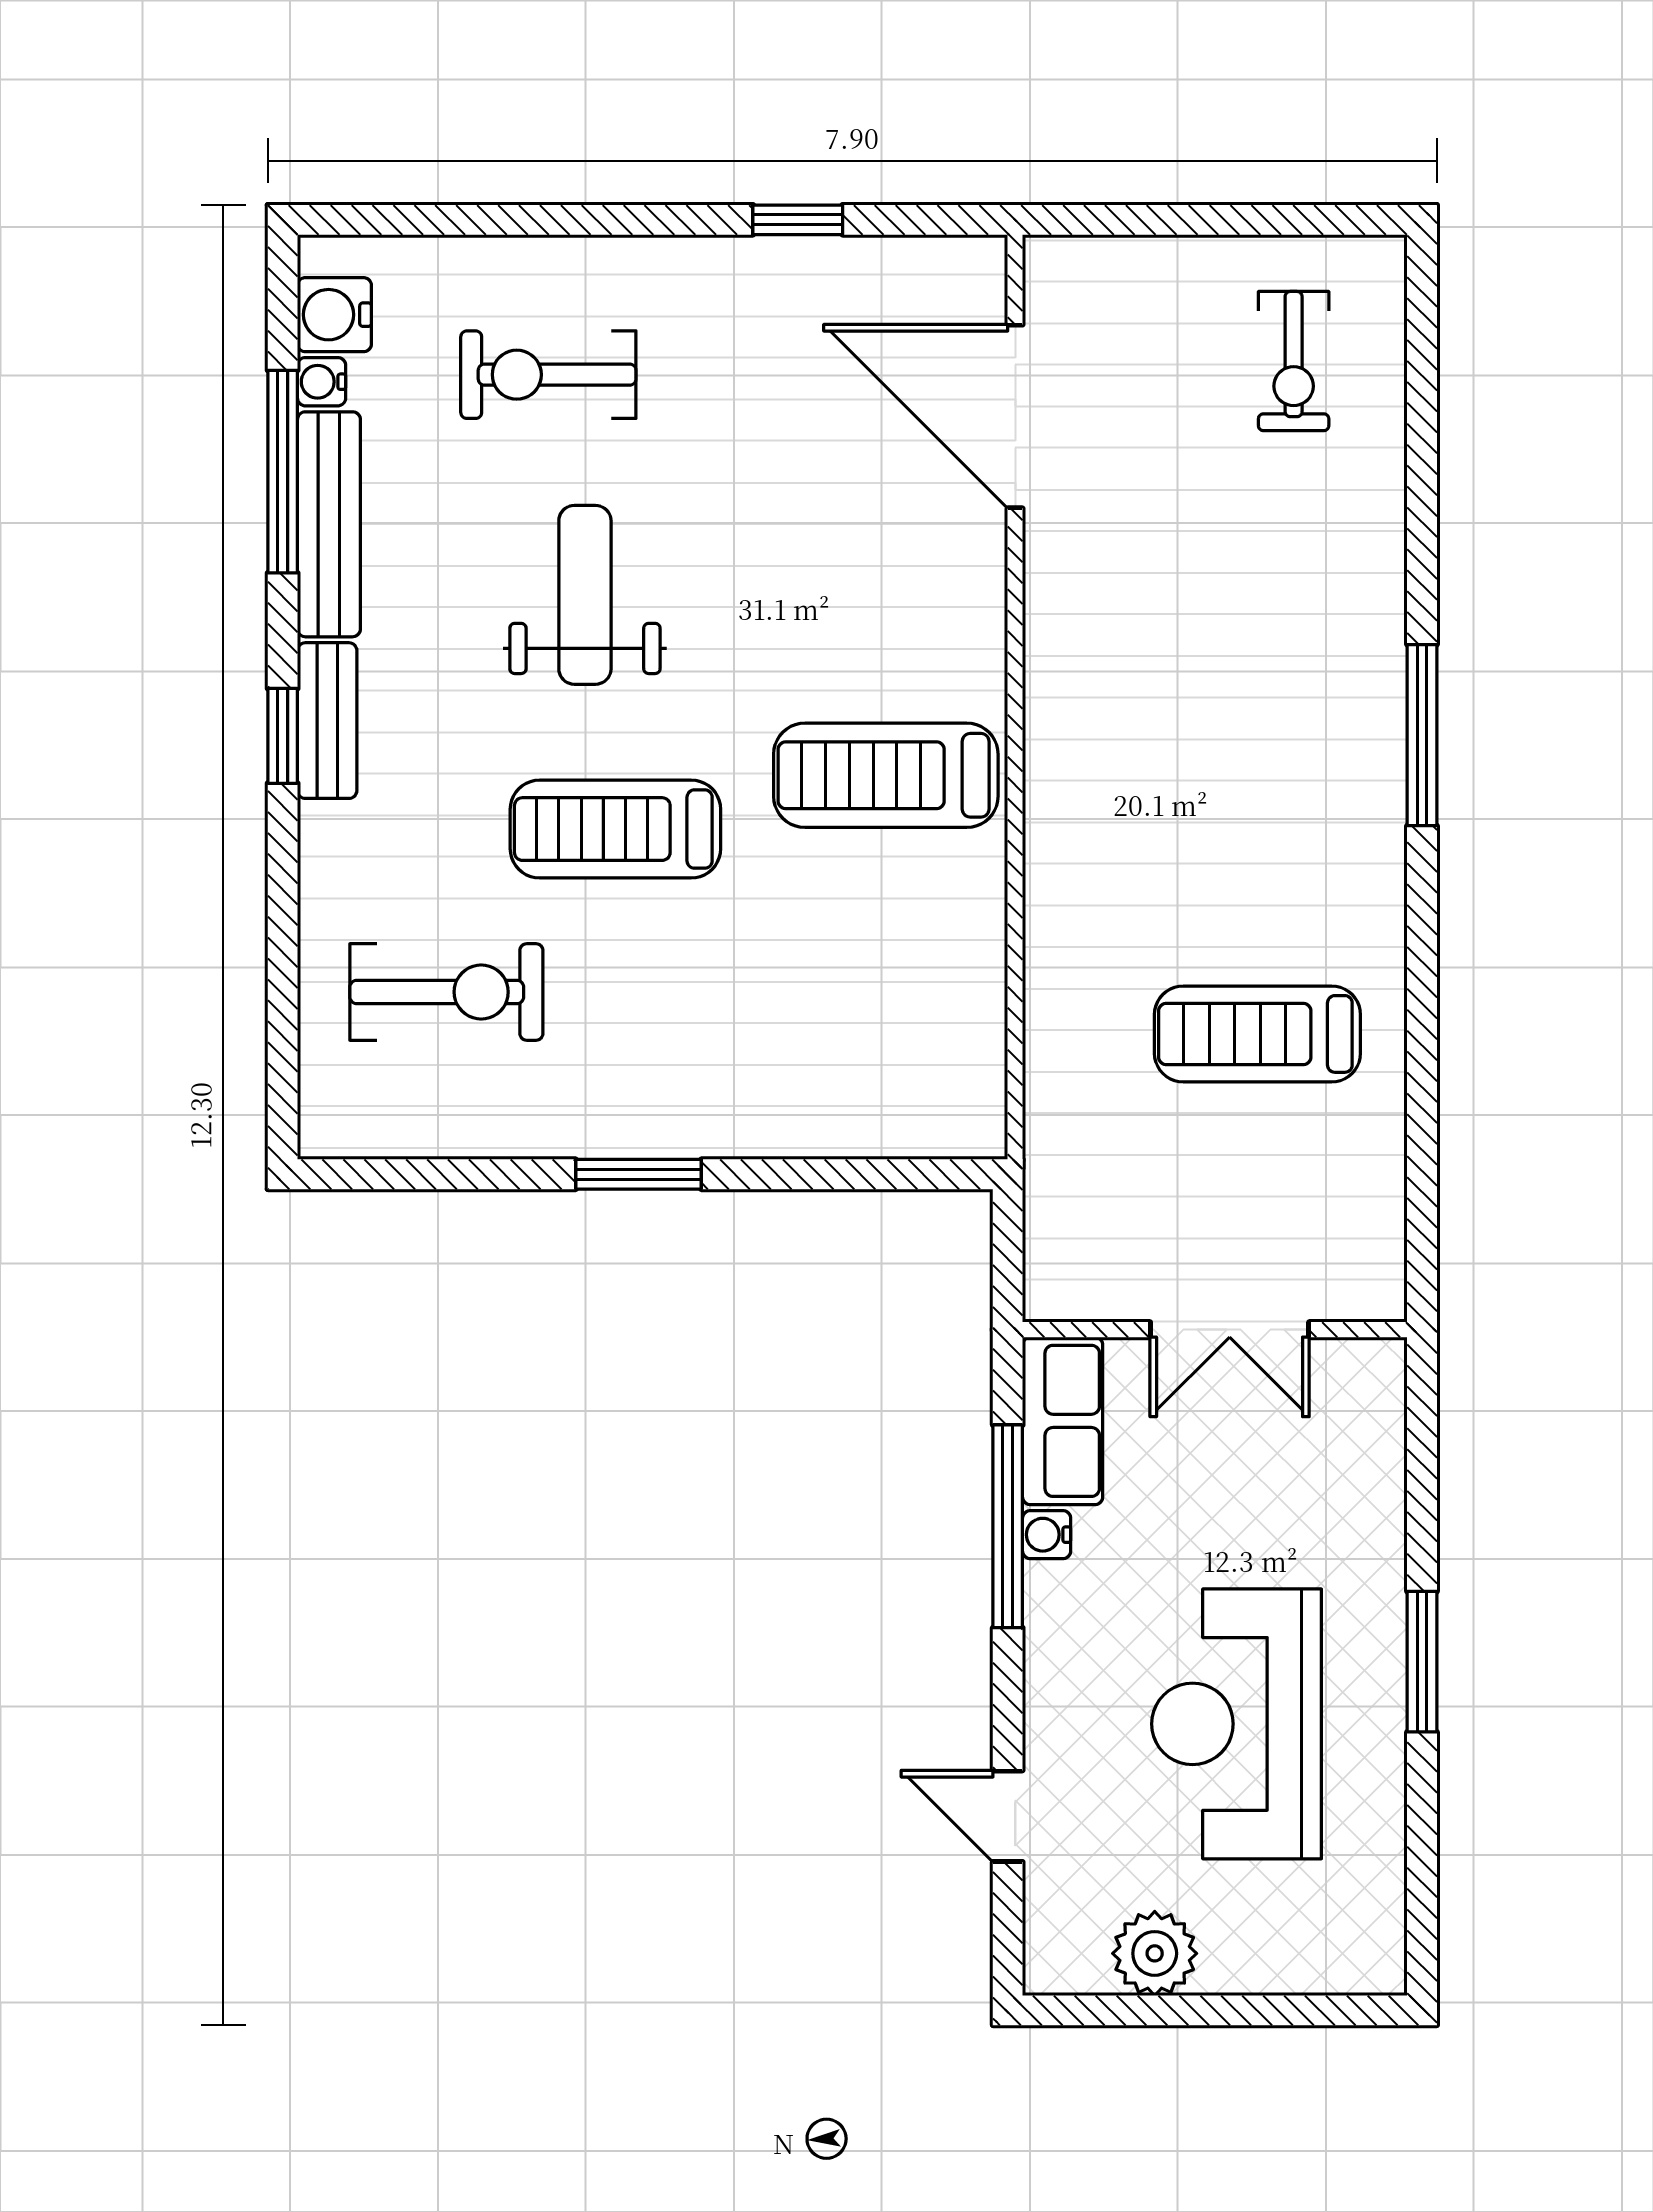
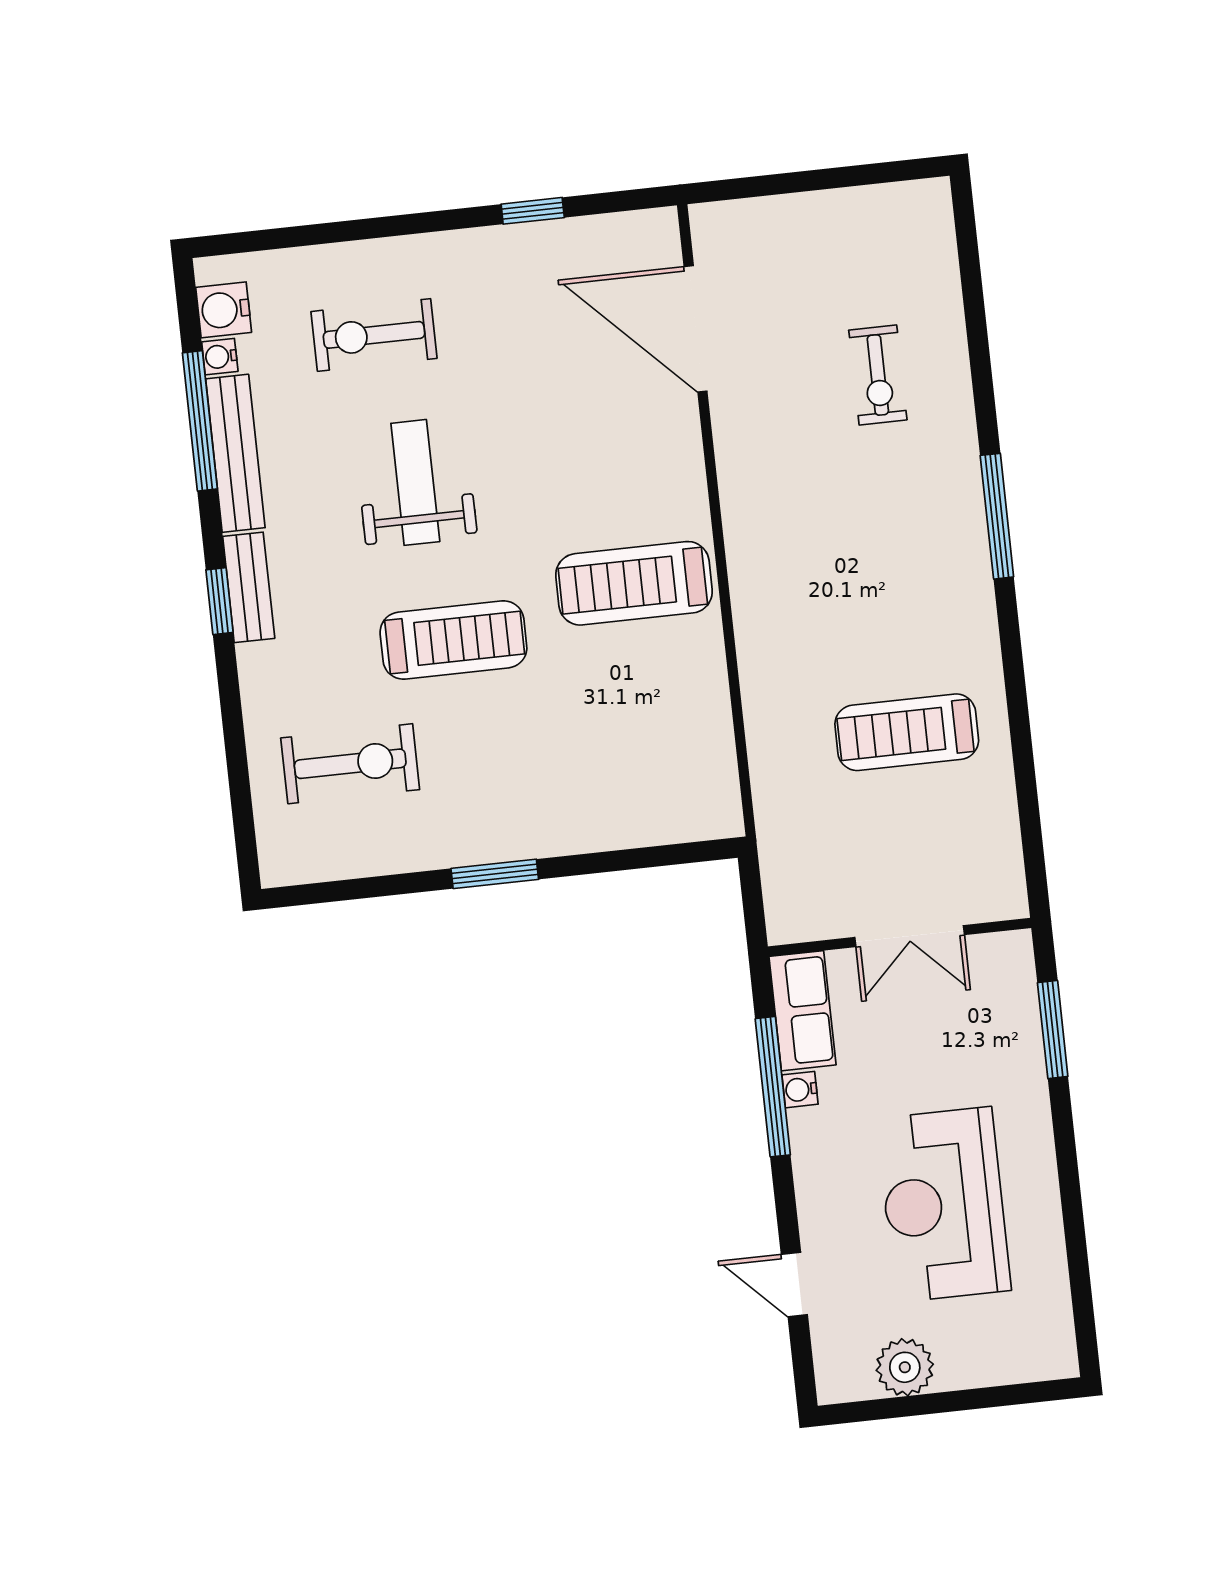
exercise bike: (1294, 361) -> (878, 375), moved
treadmill: (615, 829) -> (453, 640), turned 180
window: (1422, 1662) -> (1053, 1030), moved

